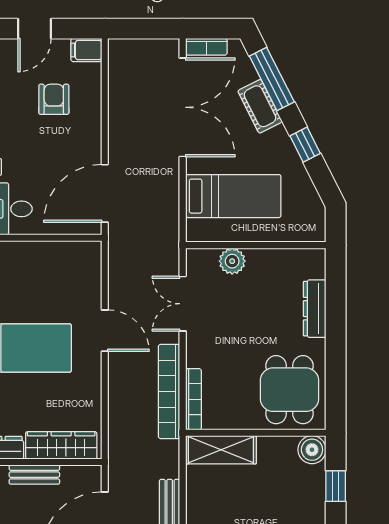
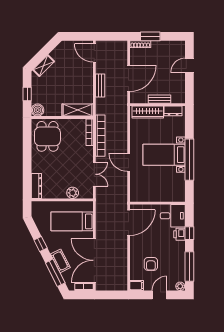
dresser: (315, 309) -> (36, 186), moved

